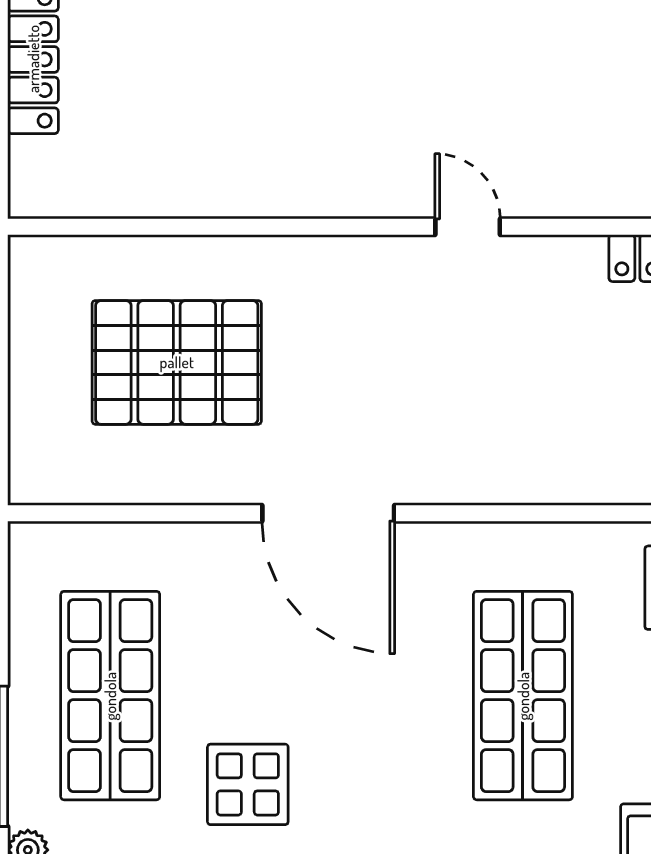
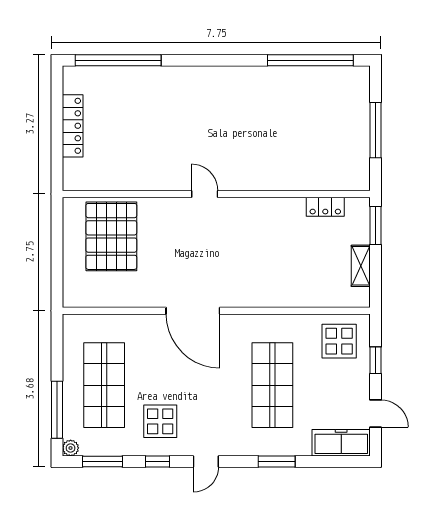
door: (468, 227) -> (205, 194), moved
pallet: (177, 362) -> (111, 236), moved, turned 90

